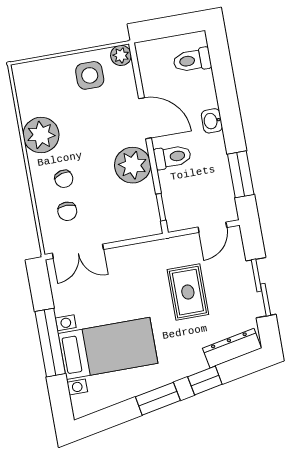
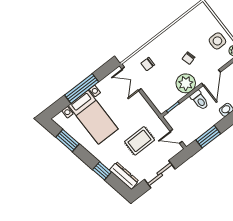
plant: (41, 135) -> (177, 33), removed
chair: (64, 179) -> (189, 58), moved
window: (158, 399) -> (67, 141), moved

